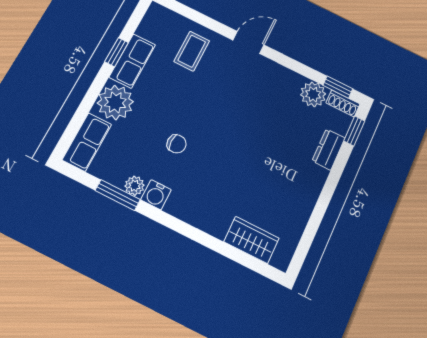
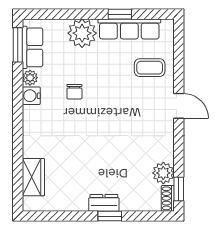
row of seats: (132, 61) -> (129, 29), width x1.48
window: (354, 131) -> (110, 216), moved
row of seats: (87, 142) -> (33, 47), moved, turned -90
dresser: (328, 149) -> (104, 203), moved
window: (118, 195) -> (18, 45), moved

